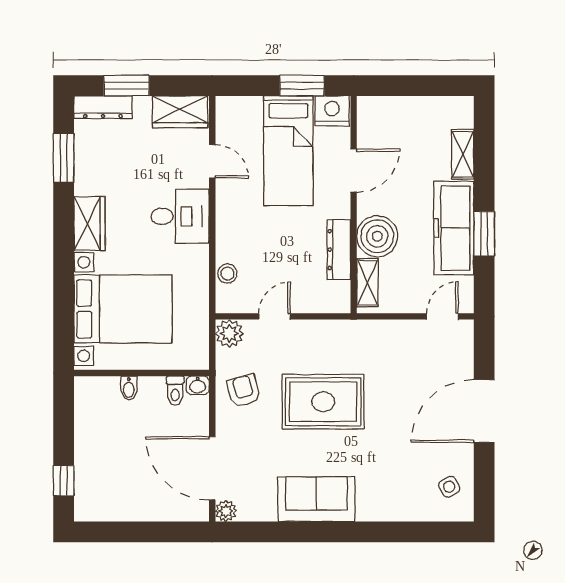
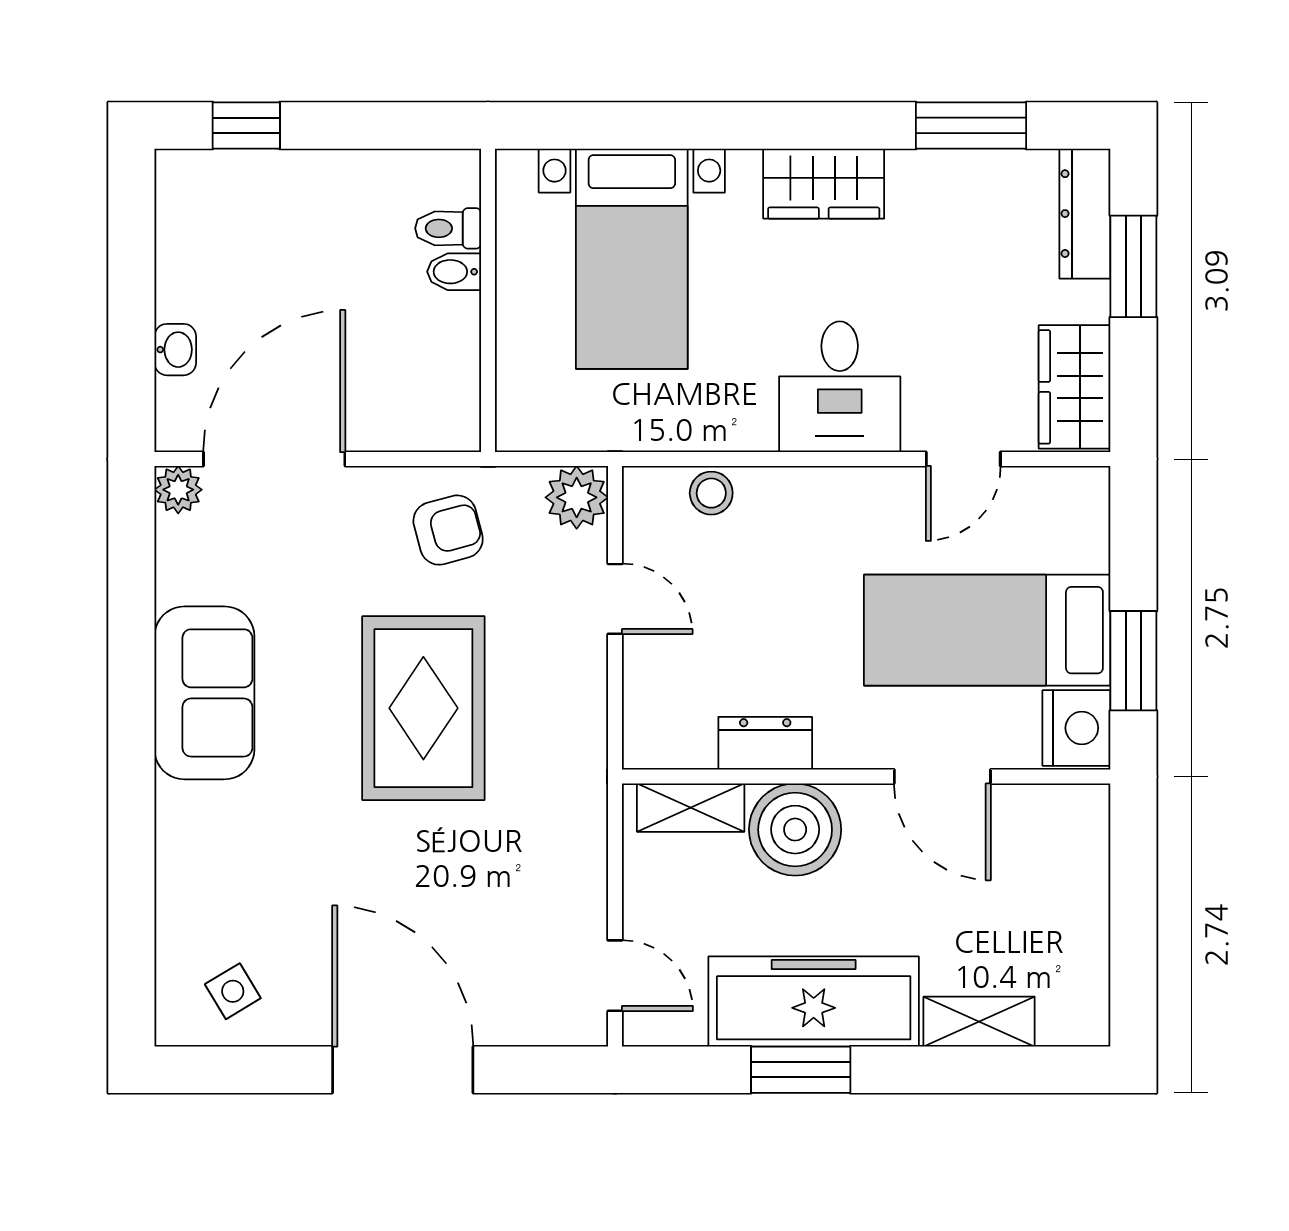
dresser: (339, 250) -> (765, 743), width x0.70
bed with nightstands: (123, 309) -> (632, 259), width x0.73
washbasin: (198, 385) -> (175, 350), moved, turned 180
toilet: (175, 391) -> (448, 228), moved

